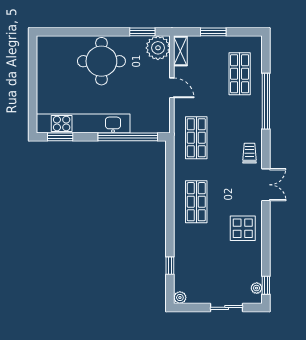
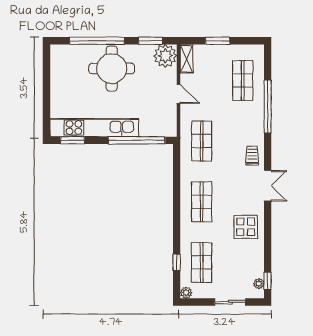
window: (86, 32) -> (97, 41), added
shop shelf: (196, 266) -> (202, 262), added

